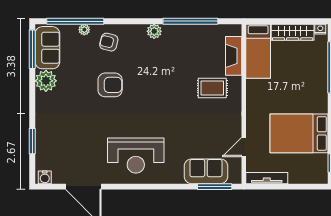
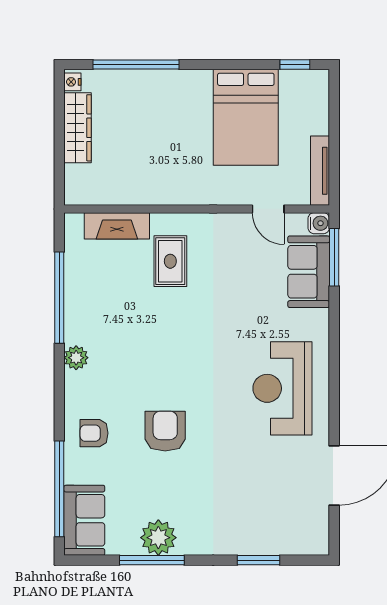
plant: (84, 30) -> (73, 474), removed
armchair: (109, 42) -> (94, 433), turned 76
sofa: (47, 48) -> (84, 520), moved, turned 90
window: (32, 49) -> (152, 560), moved
bed: (258, 51) -> (109, 185), removed
reception desk: (136, 156) -> (282, 388), turned 180
water cooler: (45, 177) -> (319, 223), moved

